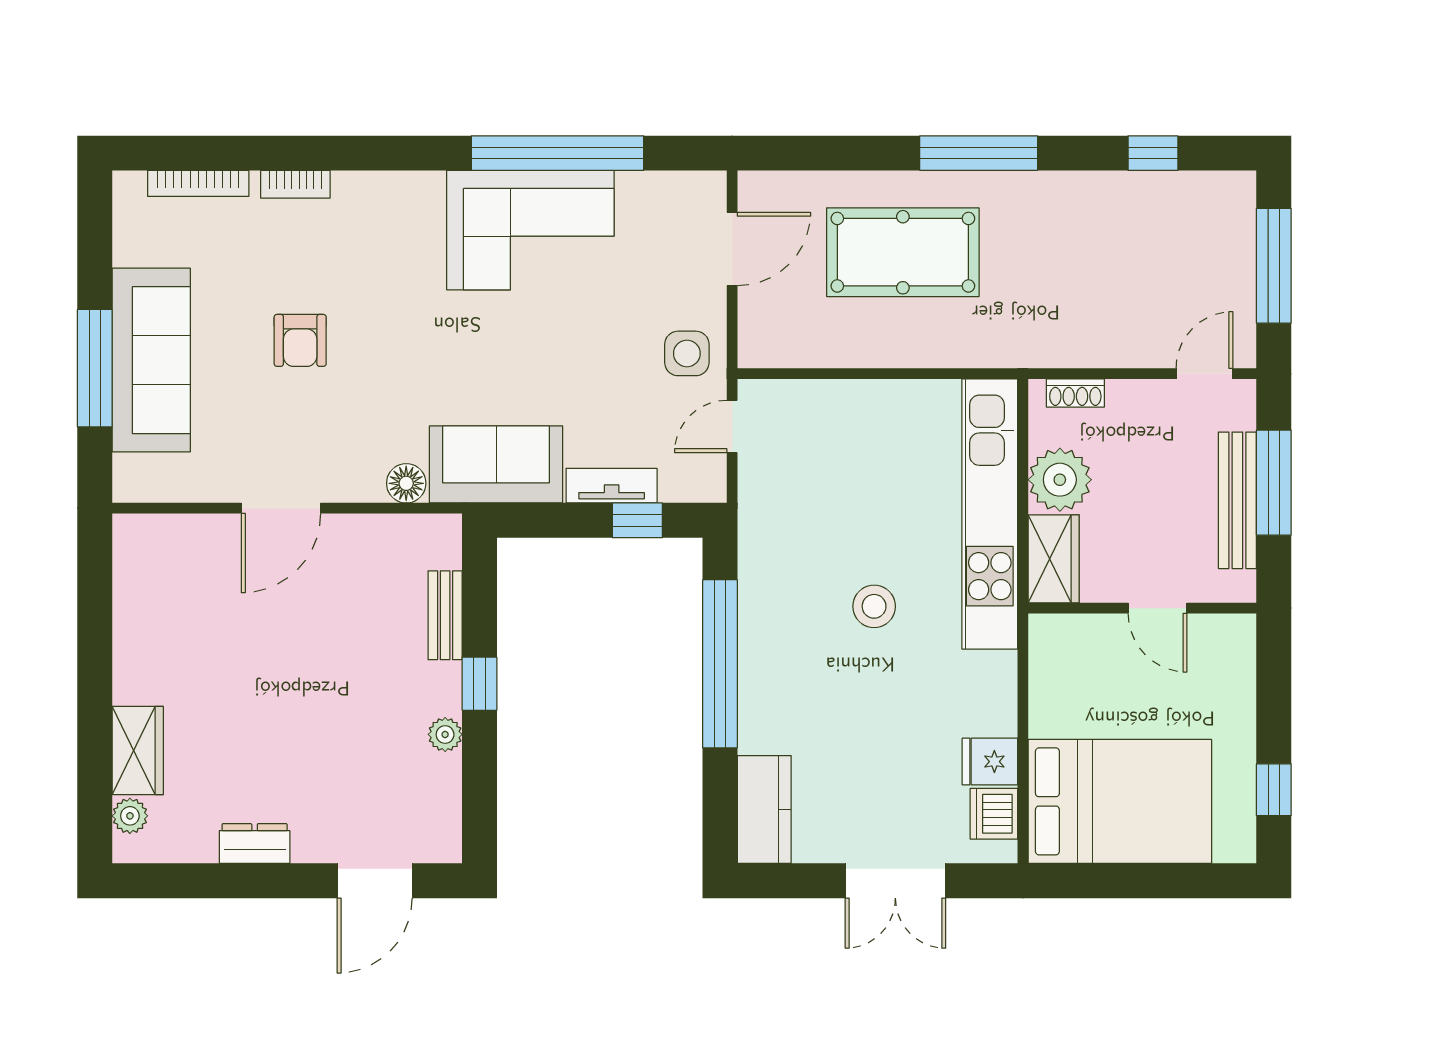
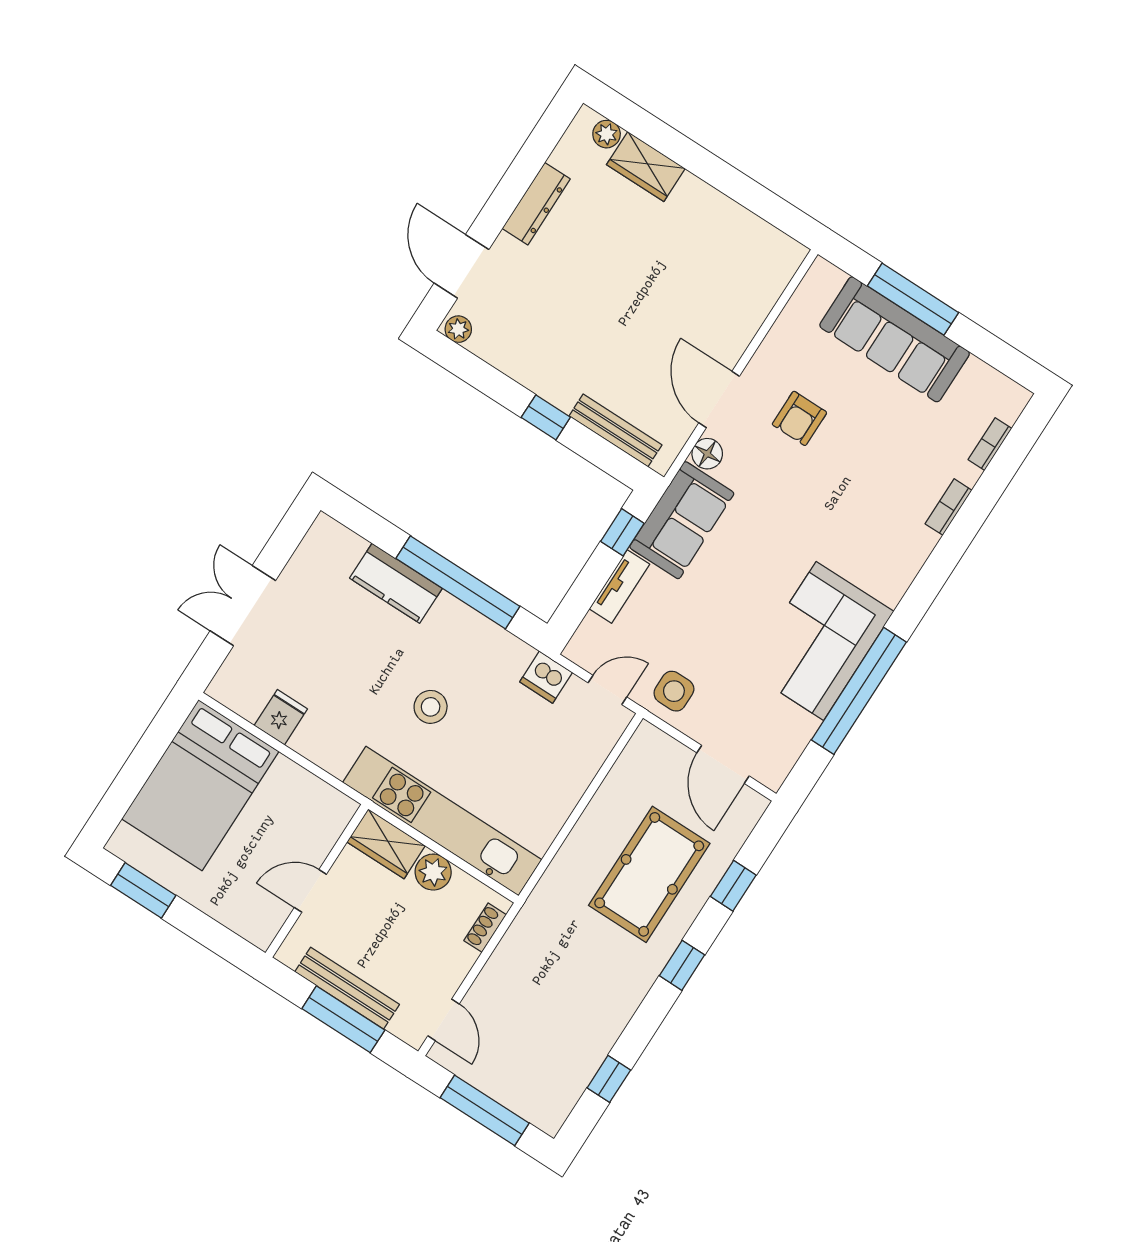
window: (856, 153) -> (733, 886), added
window: (979, 153) -> (682, 965), width x0.46
bookcase: (198, 183) -> (990, 444), width x0.64
armchair: (300, 340) -> (799, 418), moved, turned -90
door: (732, 426) -> (607, 690), hinge flipped
plant: (1060, 480) -> (433, 872), width x0.73, depth x0.73
door: (281, 508) -> (719, 400), moved
window: (637, 520) -> (622, 532), moved
bench: (445, 615) -> (615, 430), width x1.36
plant: (445, 734) -> (458, 329), moved
window: (1274, 790) -> (143, 890), width x1.50
kitchen counter: (764, 809) -> (396, 583), moved
dishwasher: (994, 814) -> (546, 677), moved, turned 180
dresser: (255, 843) -> (536, 204), width x1.44

